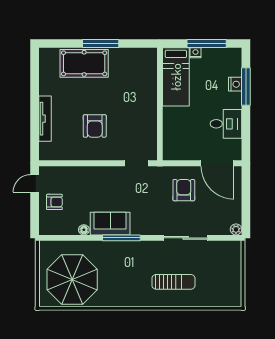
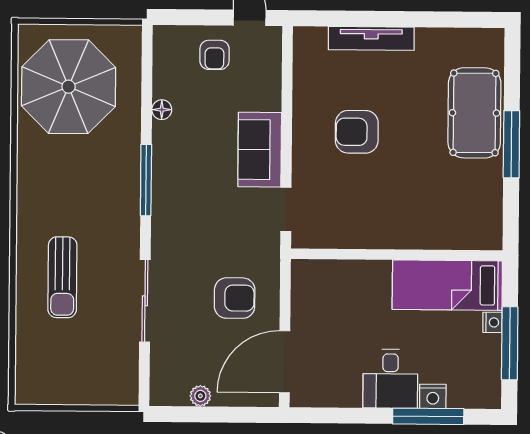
desk: (226, 124) -> (390, 379), moved
sofa: (110, 224) -> (260, 150), moved, turned 180
plant: (236, 229) -> (200, 396), moved

